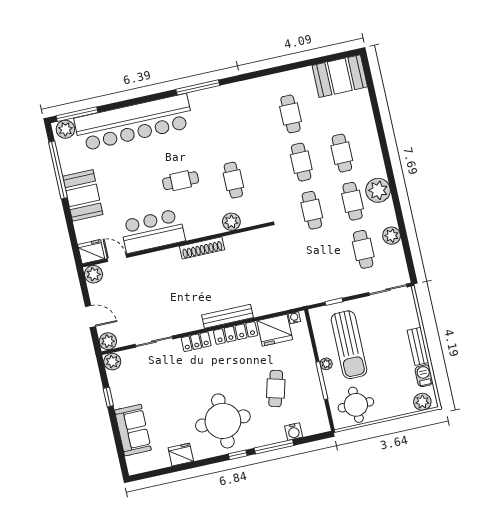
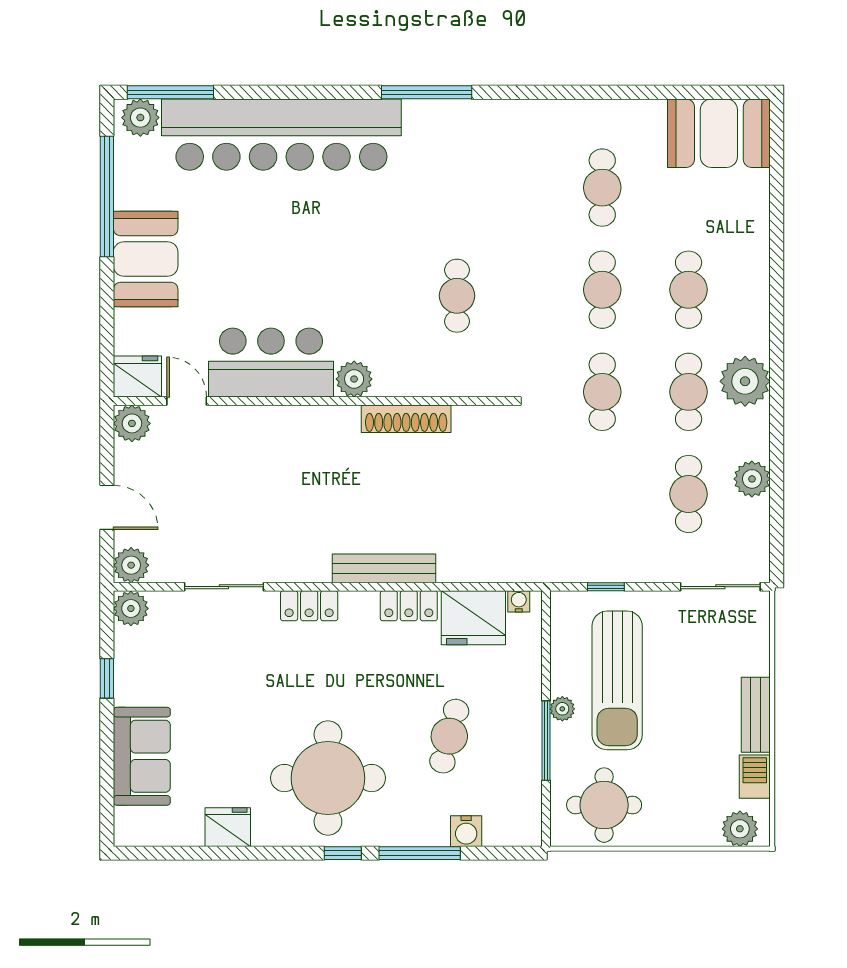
cafe table: (181, 181) -> (350, 273), removed
plant: (231, 222) -> (354, 379), moved
shoe rack: (202, 248) -> (406, 419), moved
locker: (236, 333) -> (409, 606), width x0.66

